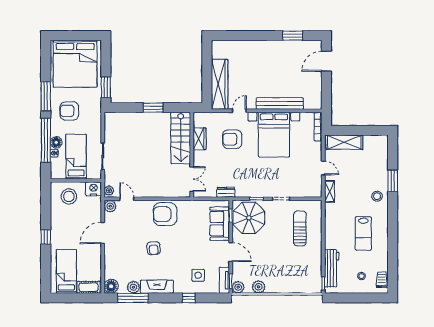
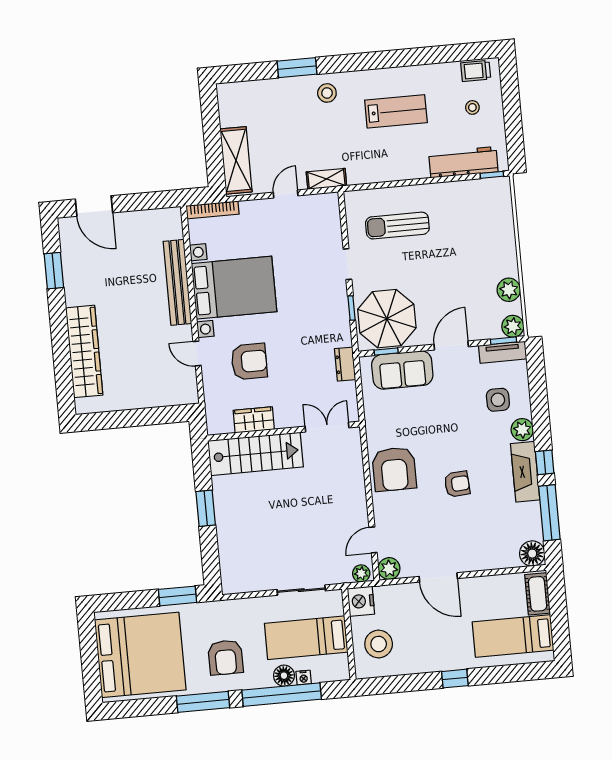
wardrobe: (220, 84) -> (84, 351), moved, turned 90
armchair: (232, 139) -> (249, 362), turned -90
plant: (133, 287) -> (522, 430), moved
window: (189, 298) -> (545, 462), moved

